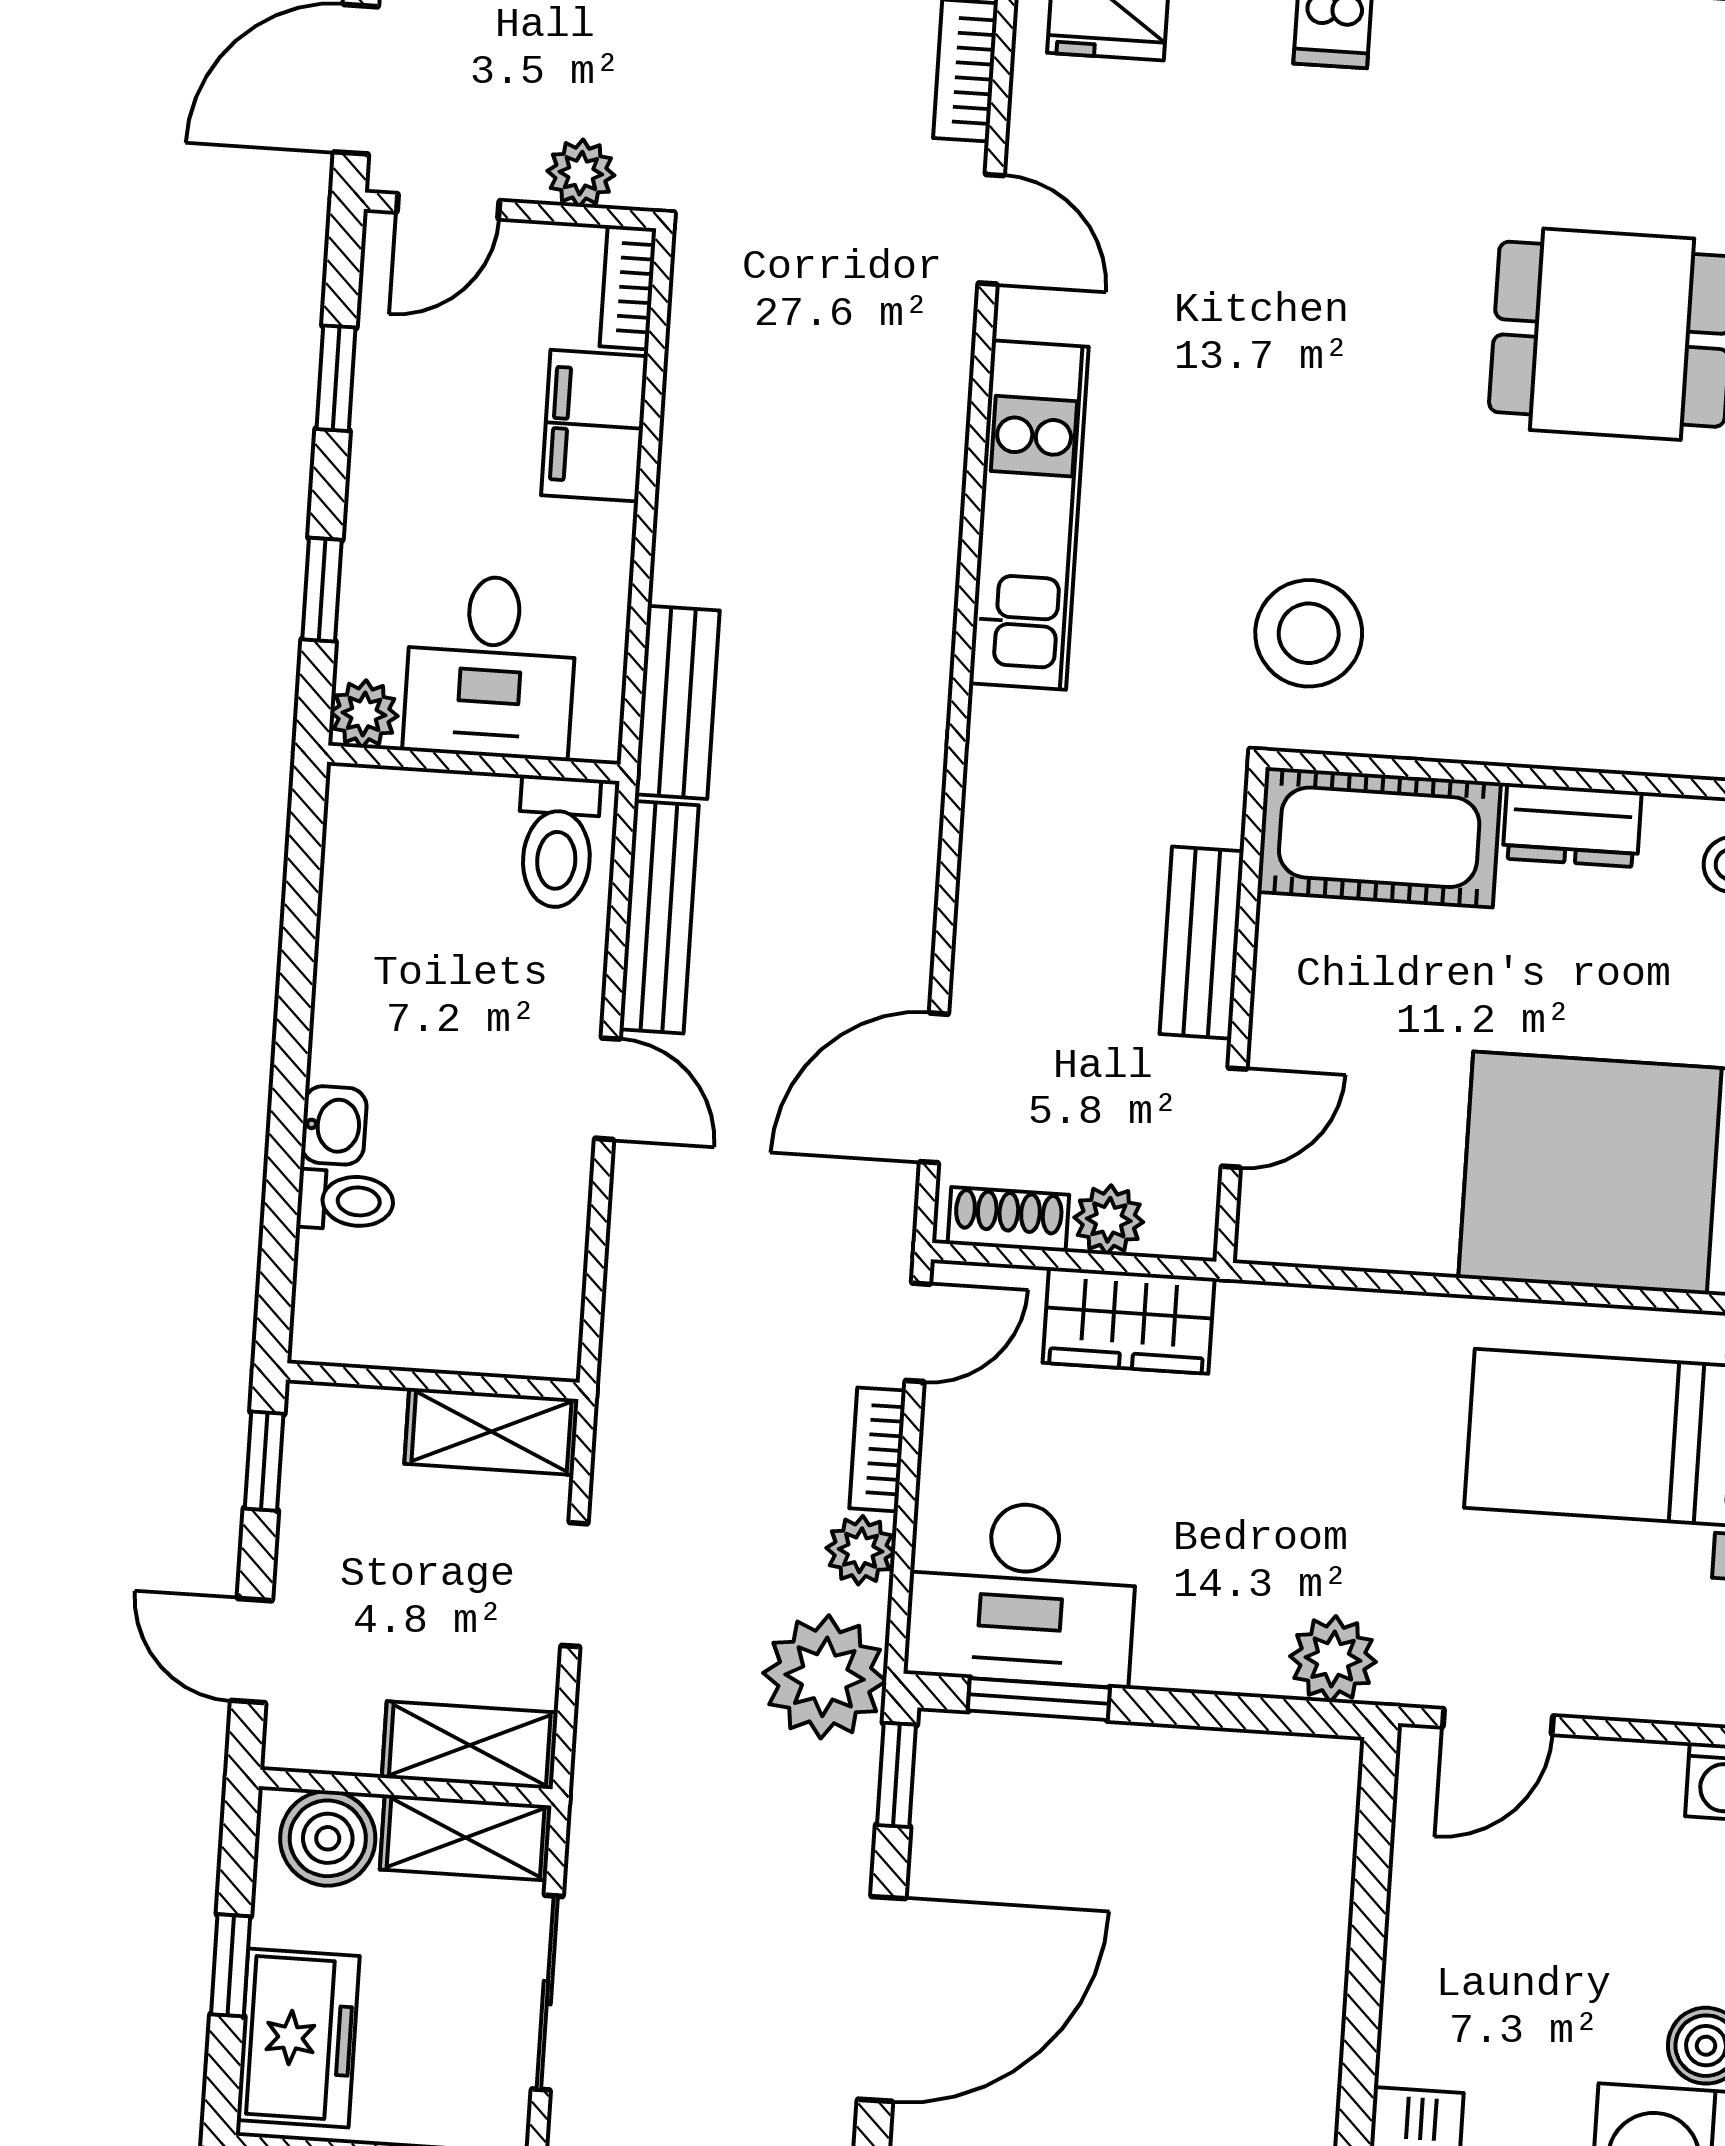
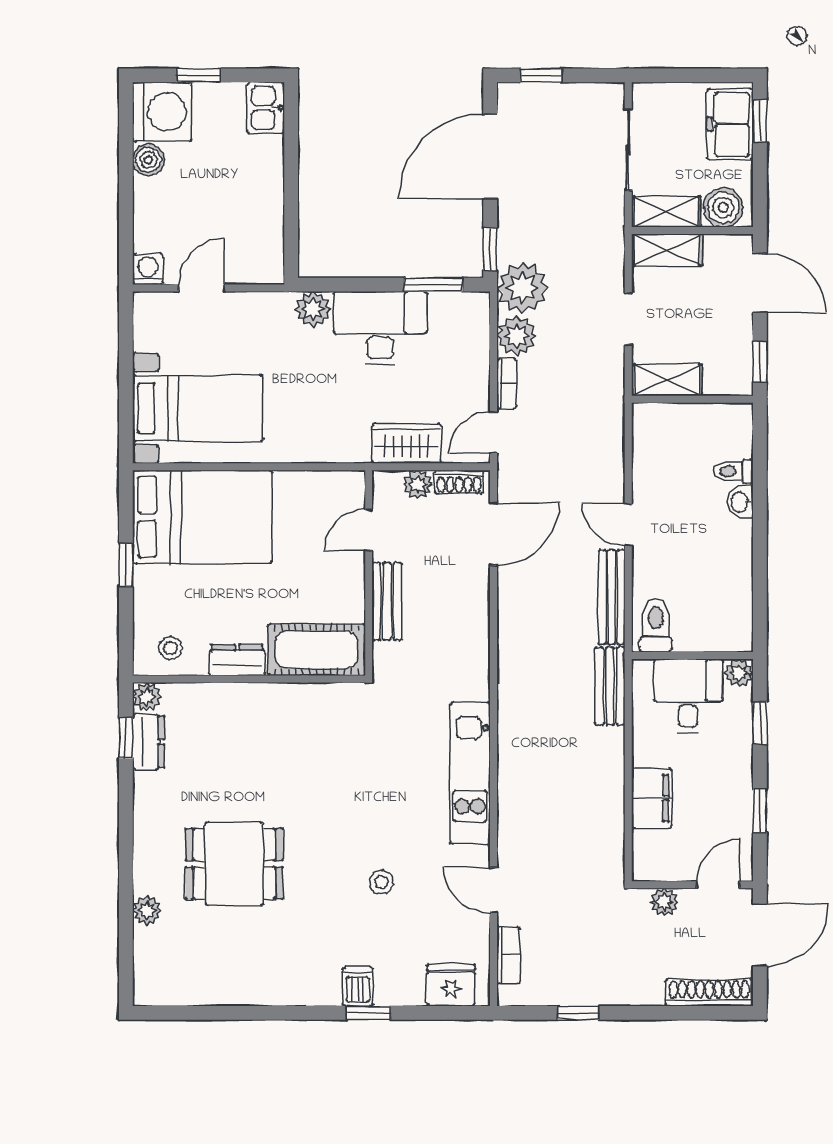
bookcase: (628, 287) -> (642, 856), removed
stool: (1309, 633) -> (381, 882), moved, width x0.53, depth x0.53
plant: (861, 1550) -> (516, 336), width x1.38, depth x1.38
desk: (1022, 1593) -> (380, 328), moved
door: (252, 1651) -> (760, 283), width x1.38
door: (1498, 1721) -> (202, 288), moved
window: (231, 1965) -> (760, 121), moved

